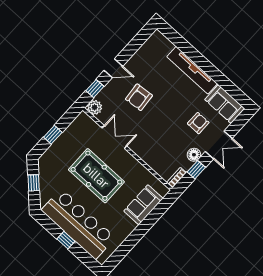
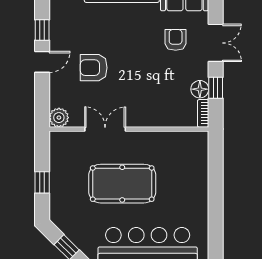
window: (95, 89) -> (42, 30), moved
armchair: (139, 97) -> (94, 68), turned 95
floor lamp: (194, 155) -> (200, 89), moved
sofa: (143, 205) -> (195, 170), removed

